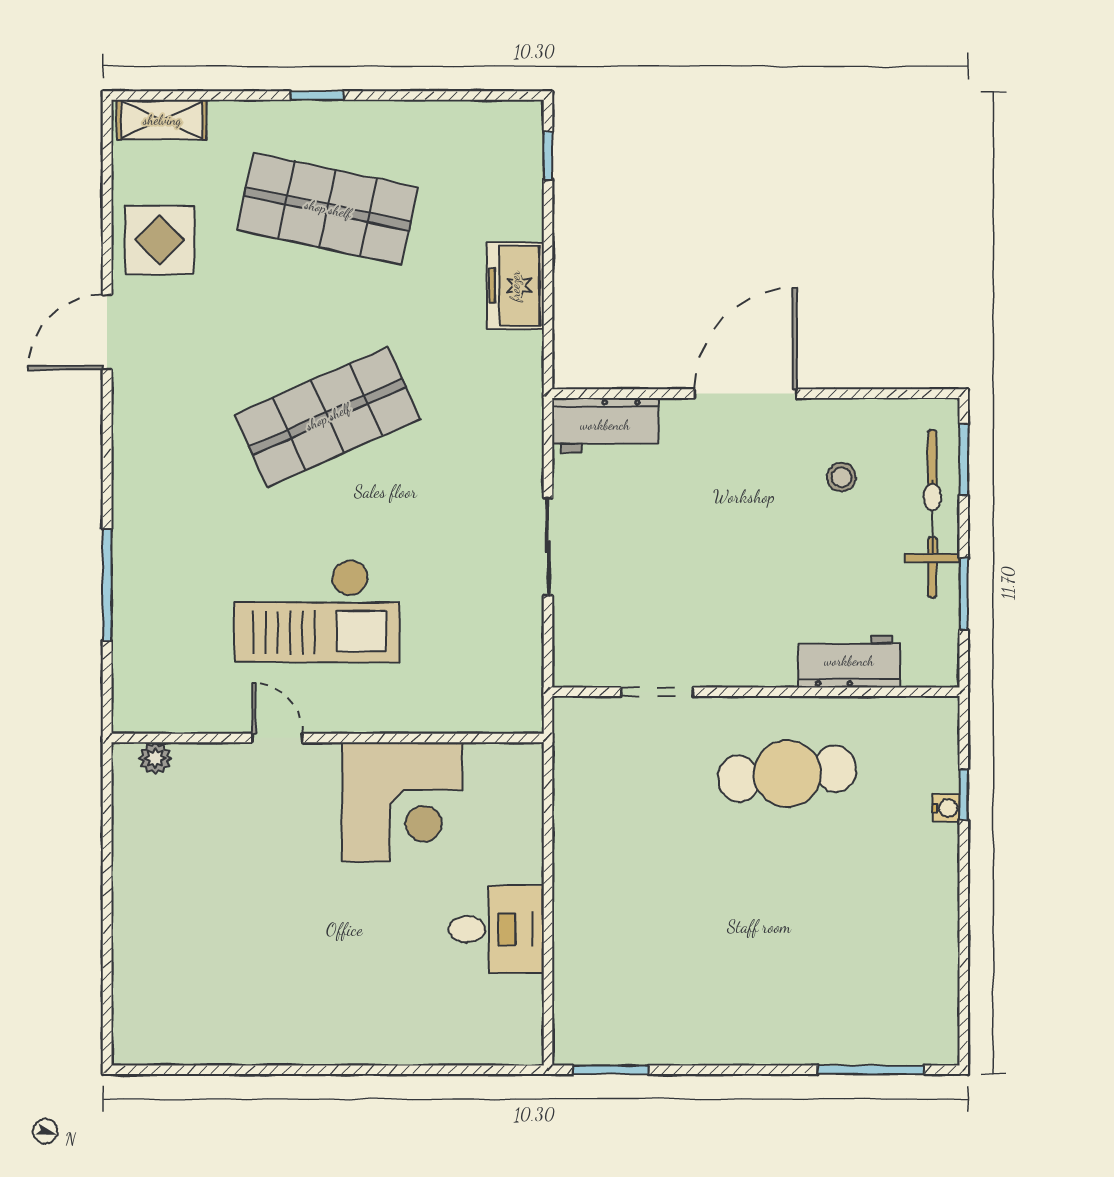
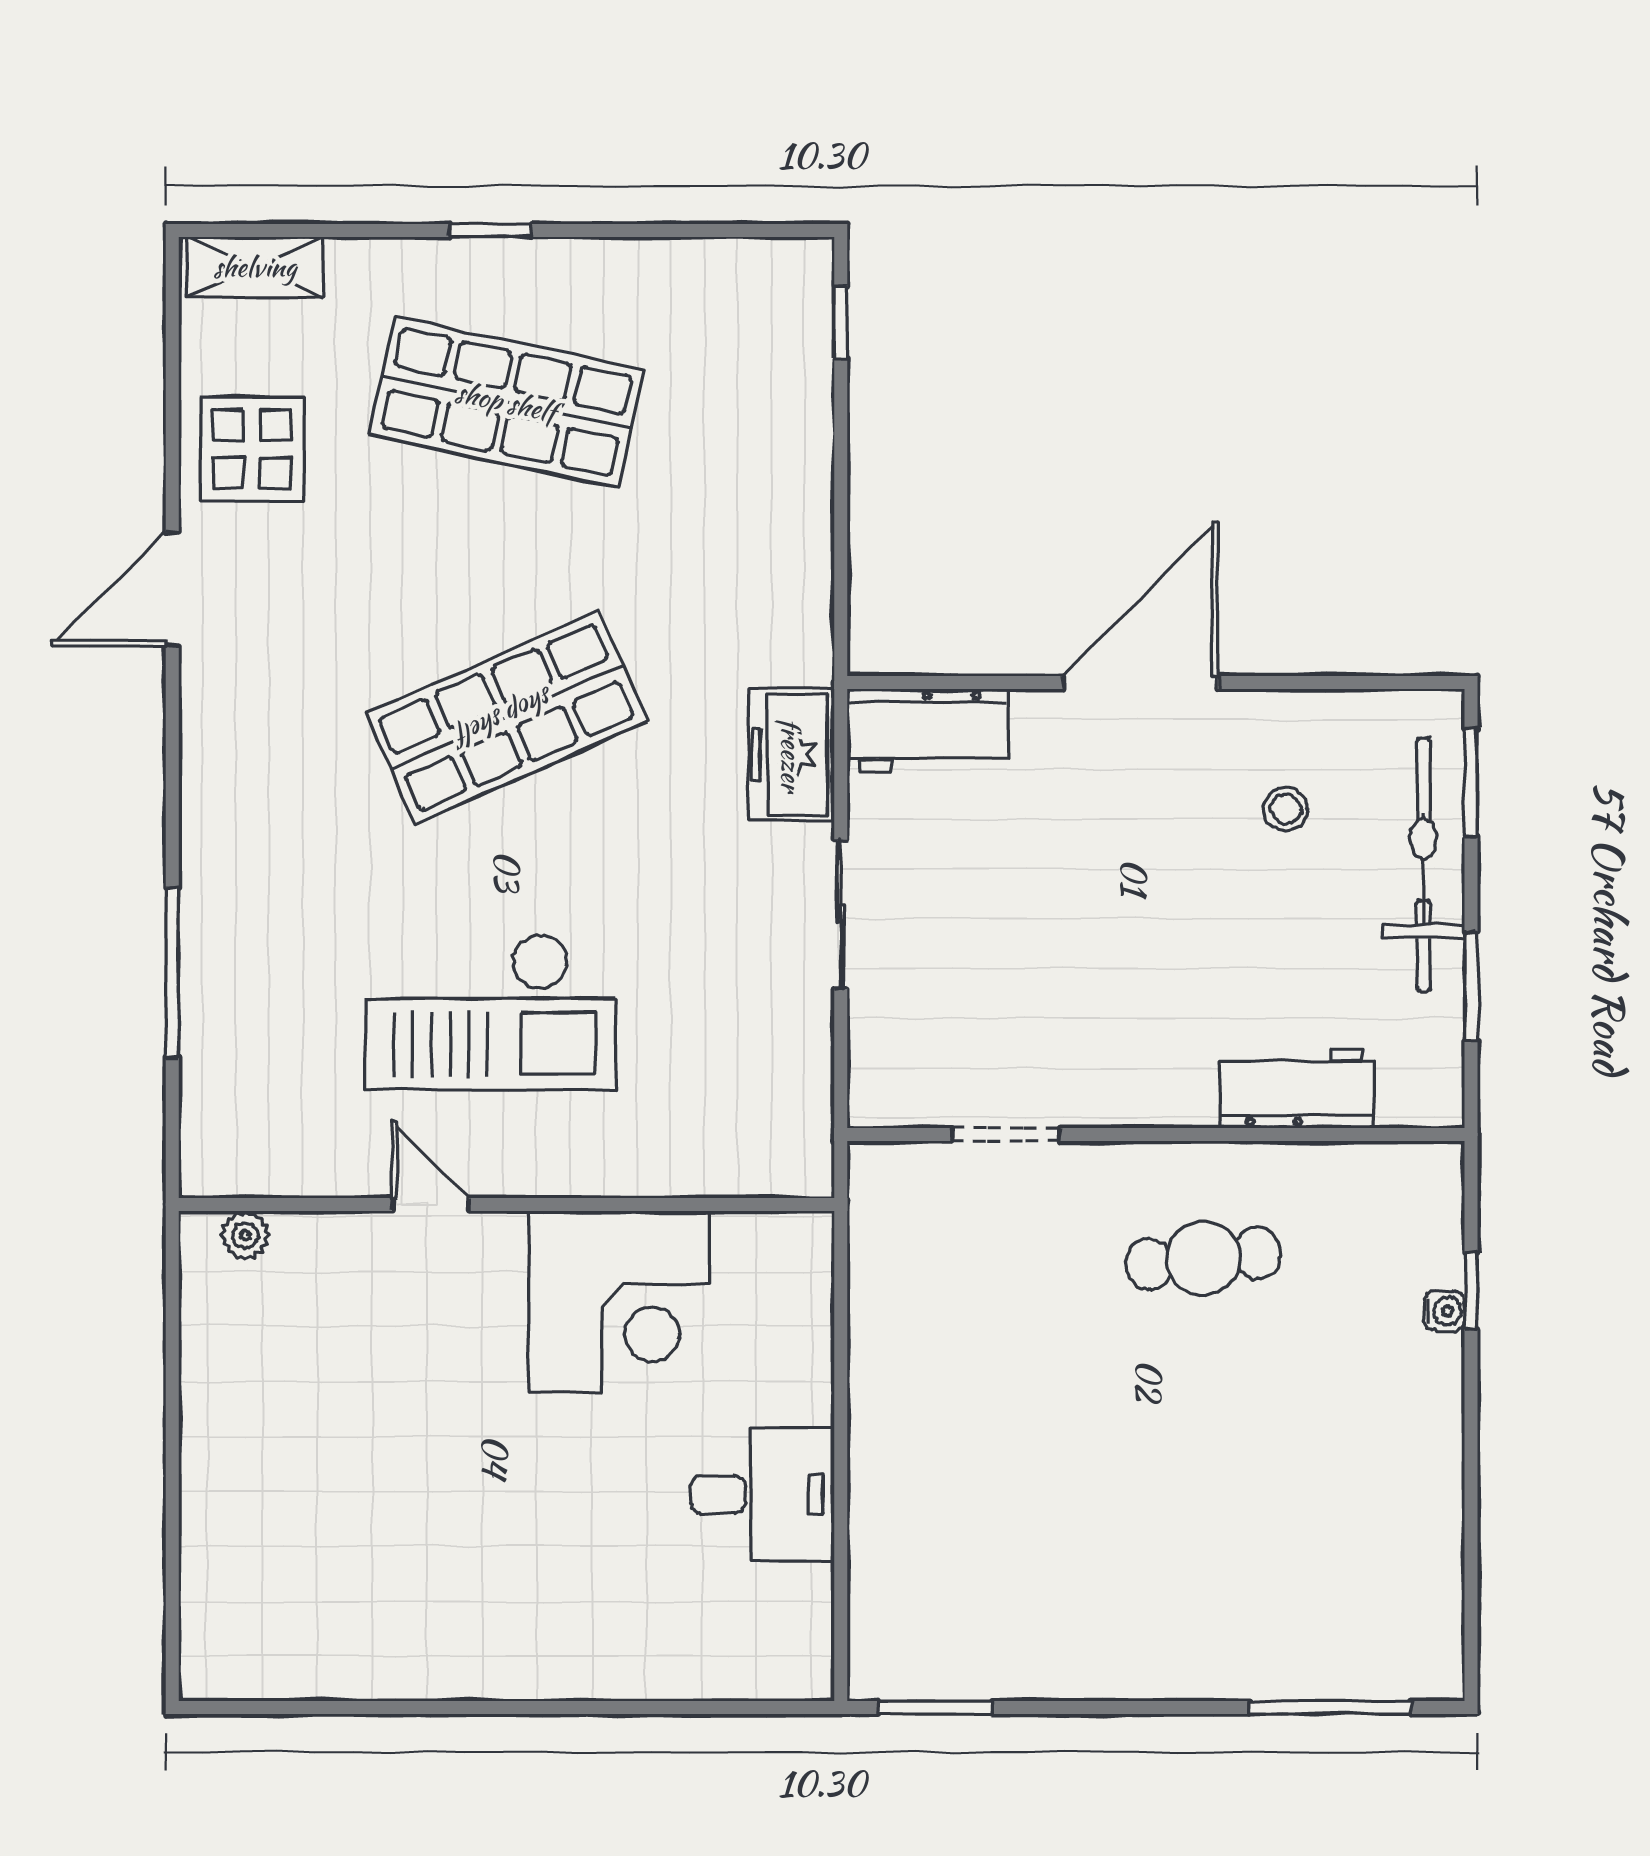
freezer: (515, 286) -> (791, 755), moved
cafe table: (787, 774) -> (1203, 1259), width x0.73, depth x0.74

